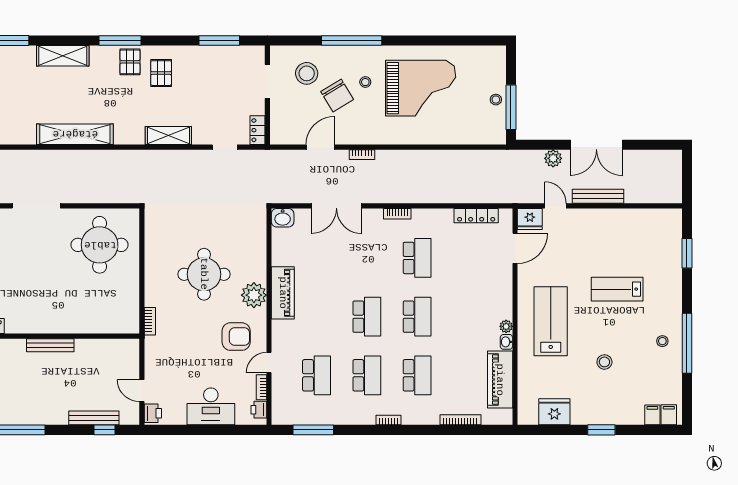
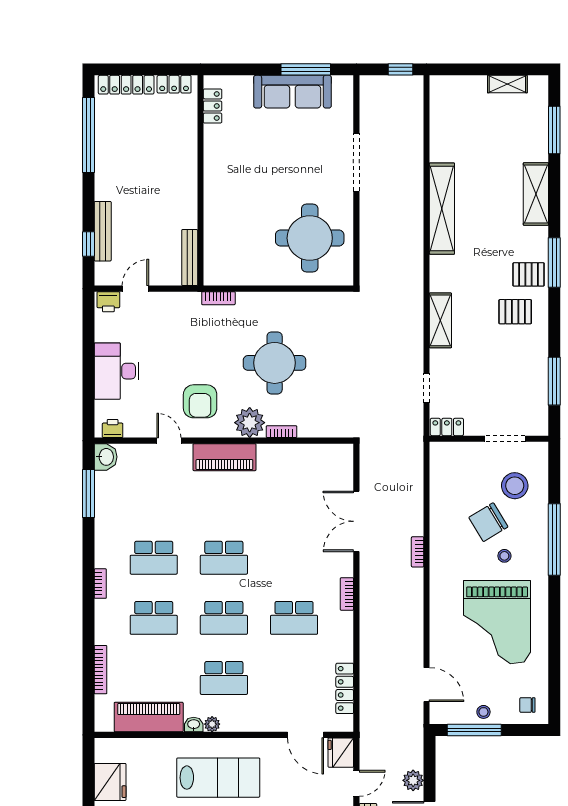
chair: (490, 63) -> (527, 705), added
door: (320, 147) -> (427, 685), moved
washbasin: (283, 218) -> (106, 457), moved, turned 180
piano: (283, 293) -> (224, 457), moved
bench: (50, 345) -> (190, 258), moved
school desk: (317, 375) -> (224, 678), moved
bookcase: (261, 387) -> (281, 432), moved

